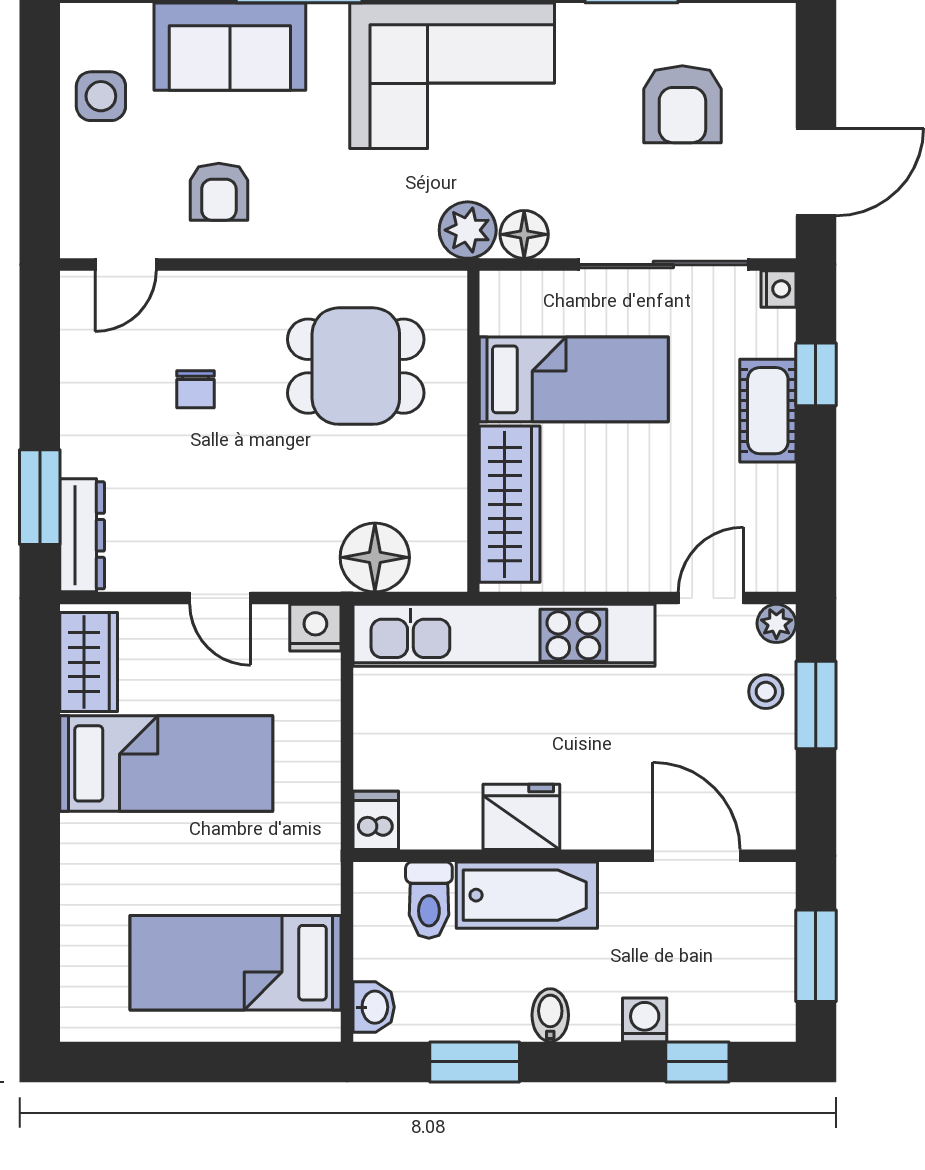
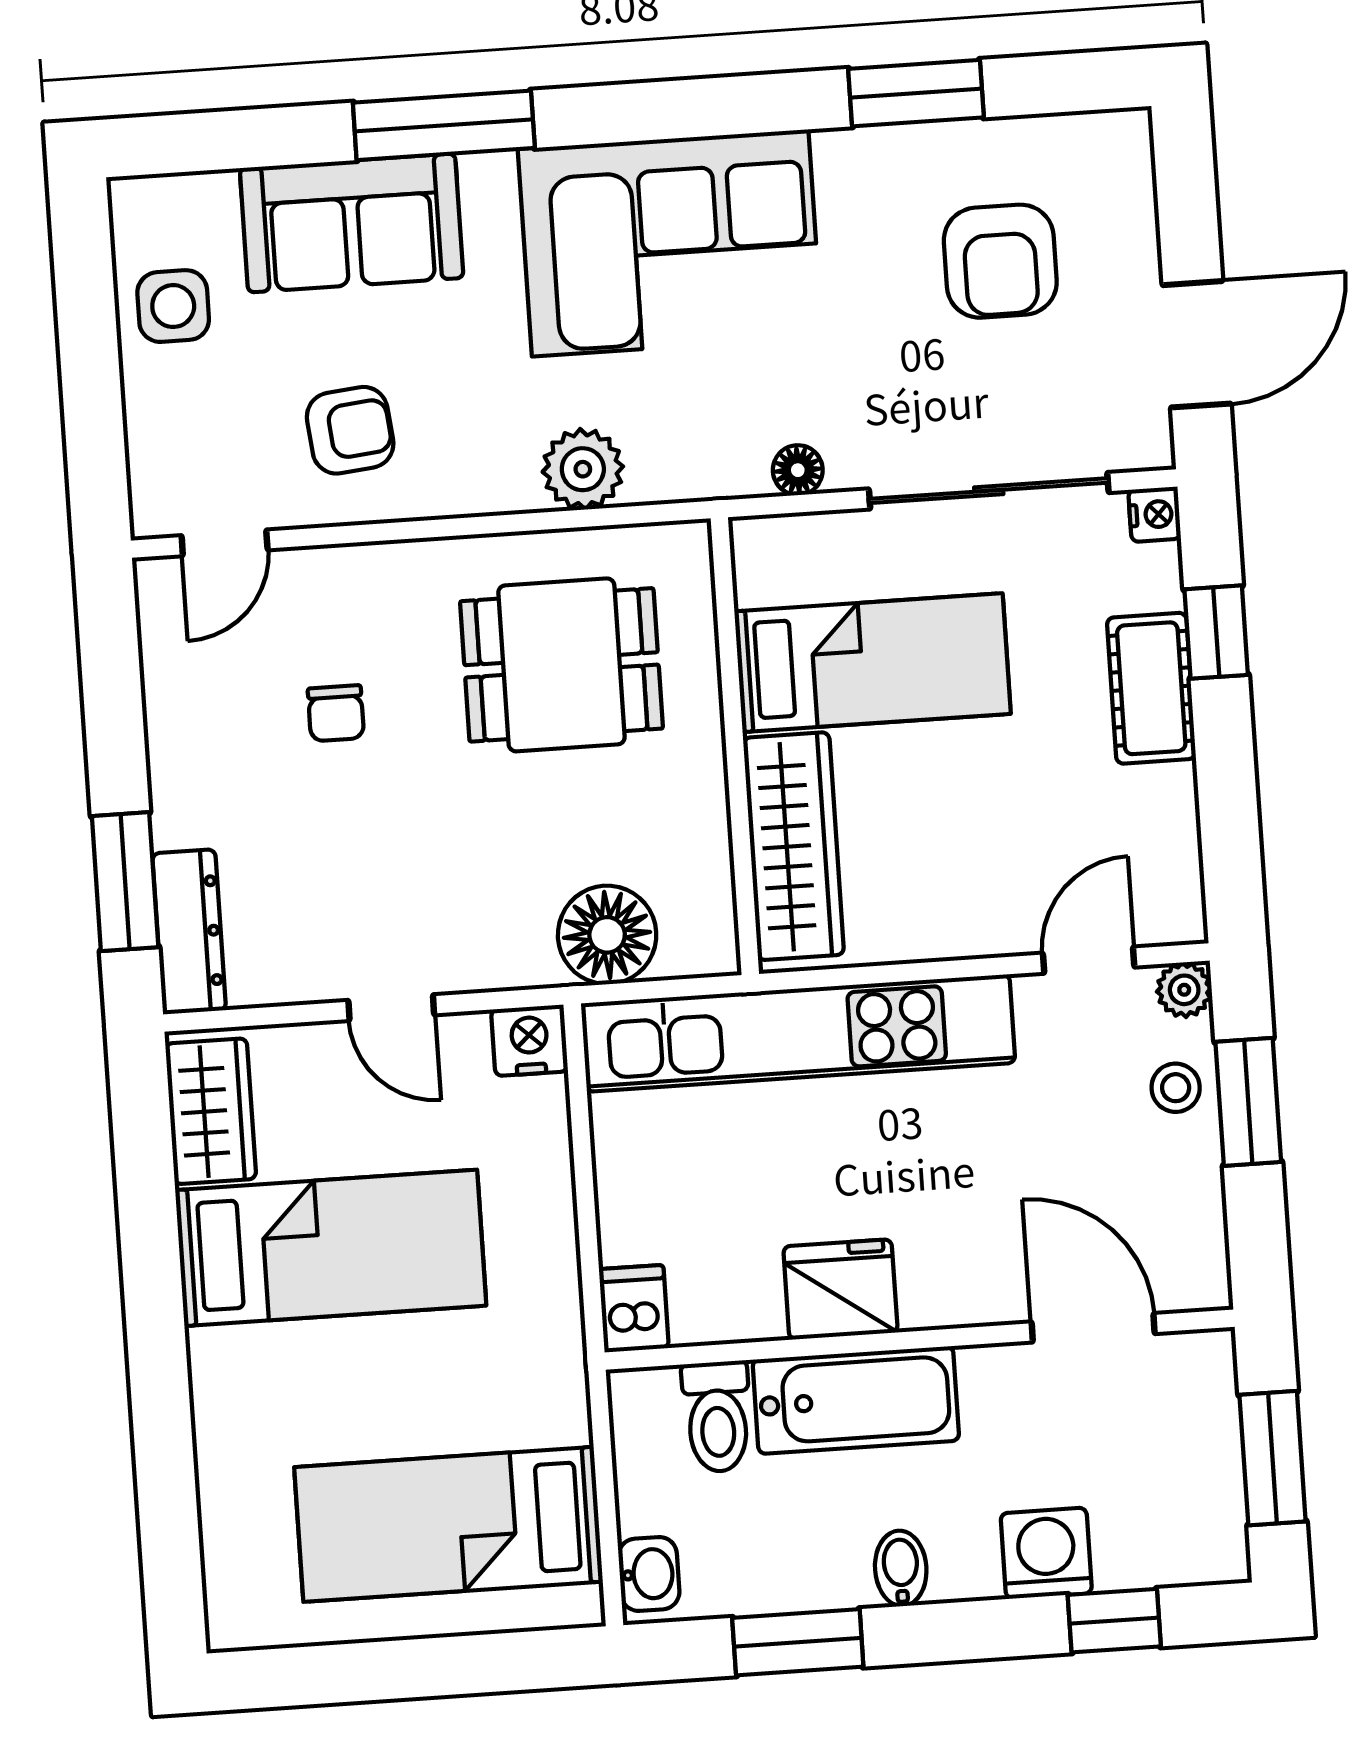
armchair: (219, 192) -> (350, 430), turned -96
plant: (468, 230) -> (583, 469), moved
floor lamp: (524, 234) -> (798, 470), width x0.73, depth x0.73
washing machine: (645, 1020) -> (1046, 1553), width x1.38, depth x1.38

